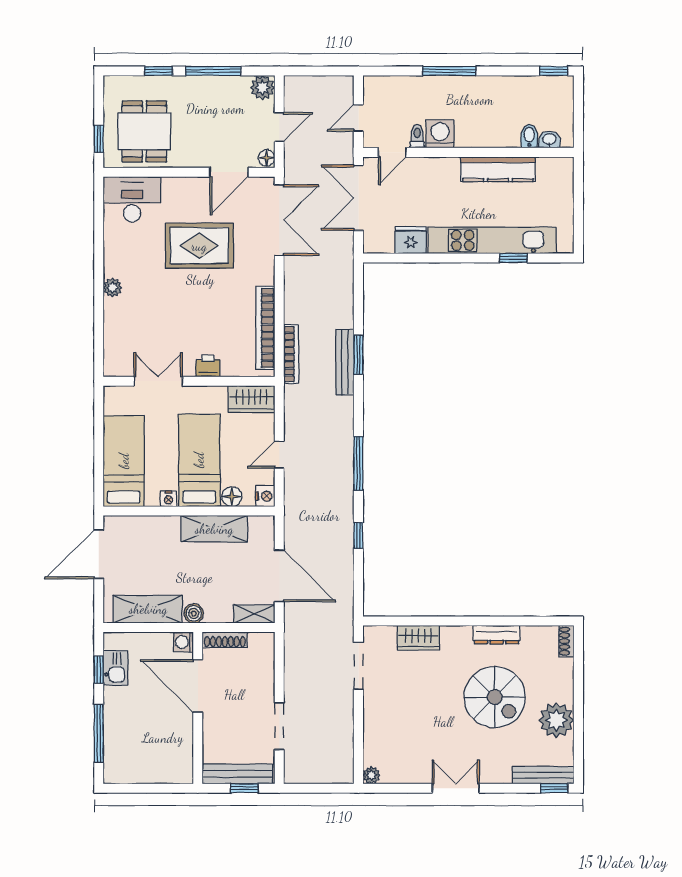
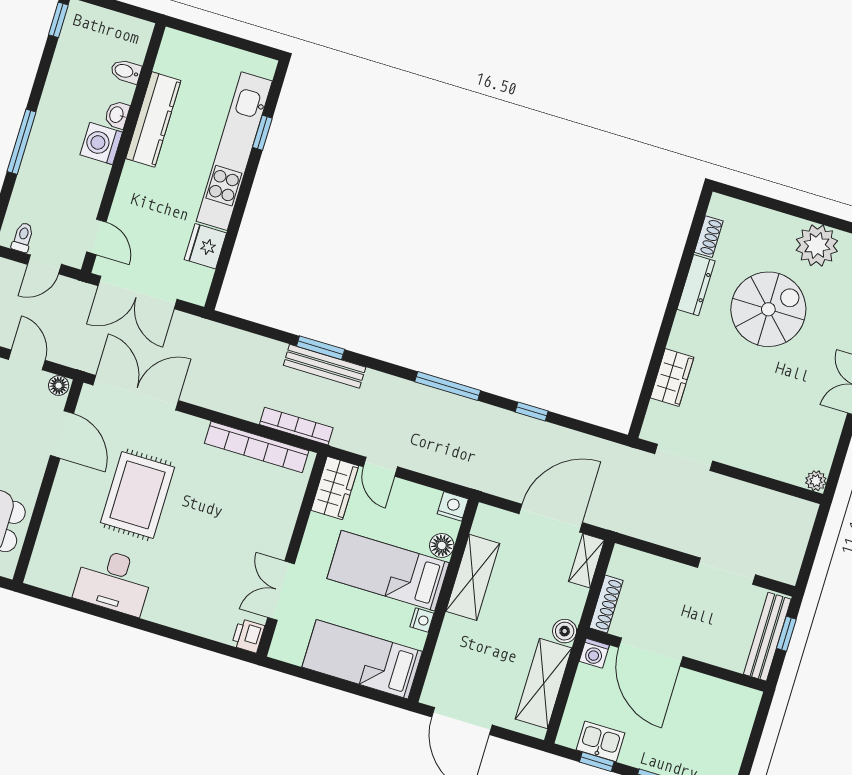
door: (358, 118) -> (44, 264), hinge flipped
washing machine: (440, 134) -> (101, 143), moved
toilet: (417, 136) -> (23, 237), moved, turned 90
washbasin: (549, 140) -> (117, 115), moved
desk: (132, 199) -> (114, 581), moved, turned -90
plant: (112, 287) -> (156, 611), removed
printer: (208, 366) -> (248, 636), moved
door: (279, 455) -> (380, 467), moved
shoe rack: (566, 641) -> (709, 237), moved, turned -90
door: (198, 686) -> (651, 652), hinge flipped

